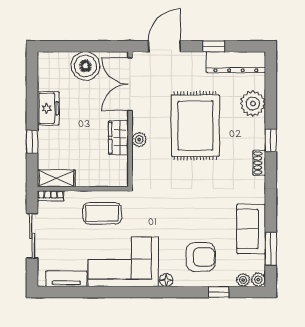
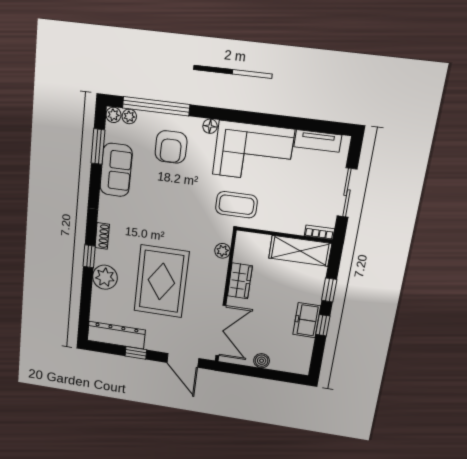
door: (164, 46) -> (183, 360), hinge flipped
boiler: (85, 66) -> (262, 361), width x0.54, depth x0.54
plant: (253, 104) -> (105, 277), moved
window: (32, 106) -> (323, 325), added
plant: (139, 140) -> (222, 251), moved
shelving: (56, 178) -> (300, 251), width x1.50, depth x1.33
coffee table: (102, 213) -> (236, 205), moved
armchair: (201, 257) -> (171, 147), turned -90
window: (219, 292) -> (156, 106), width x3.17

